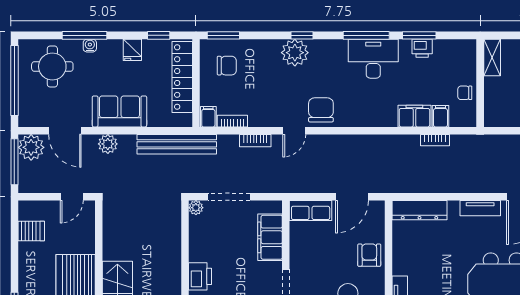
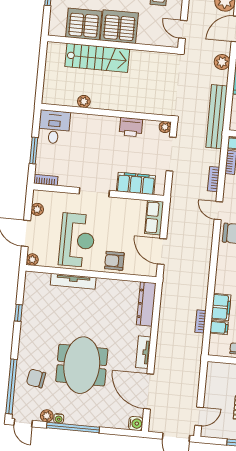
armchair: (369, 255) -> (114, 261), turned 180
printer: (200, 276) -> (131, 127), moved

